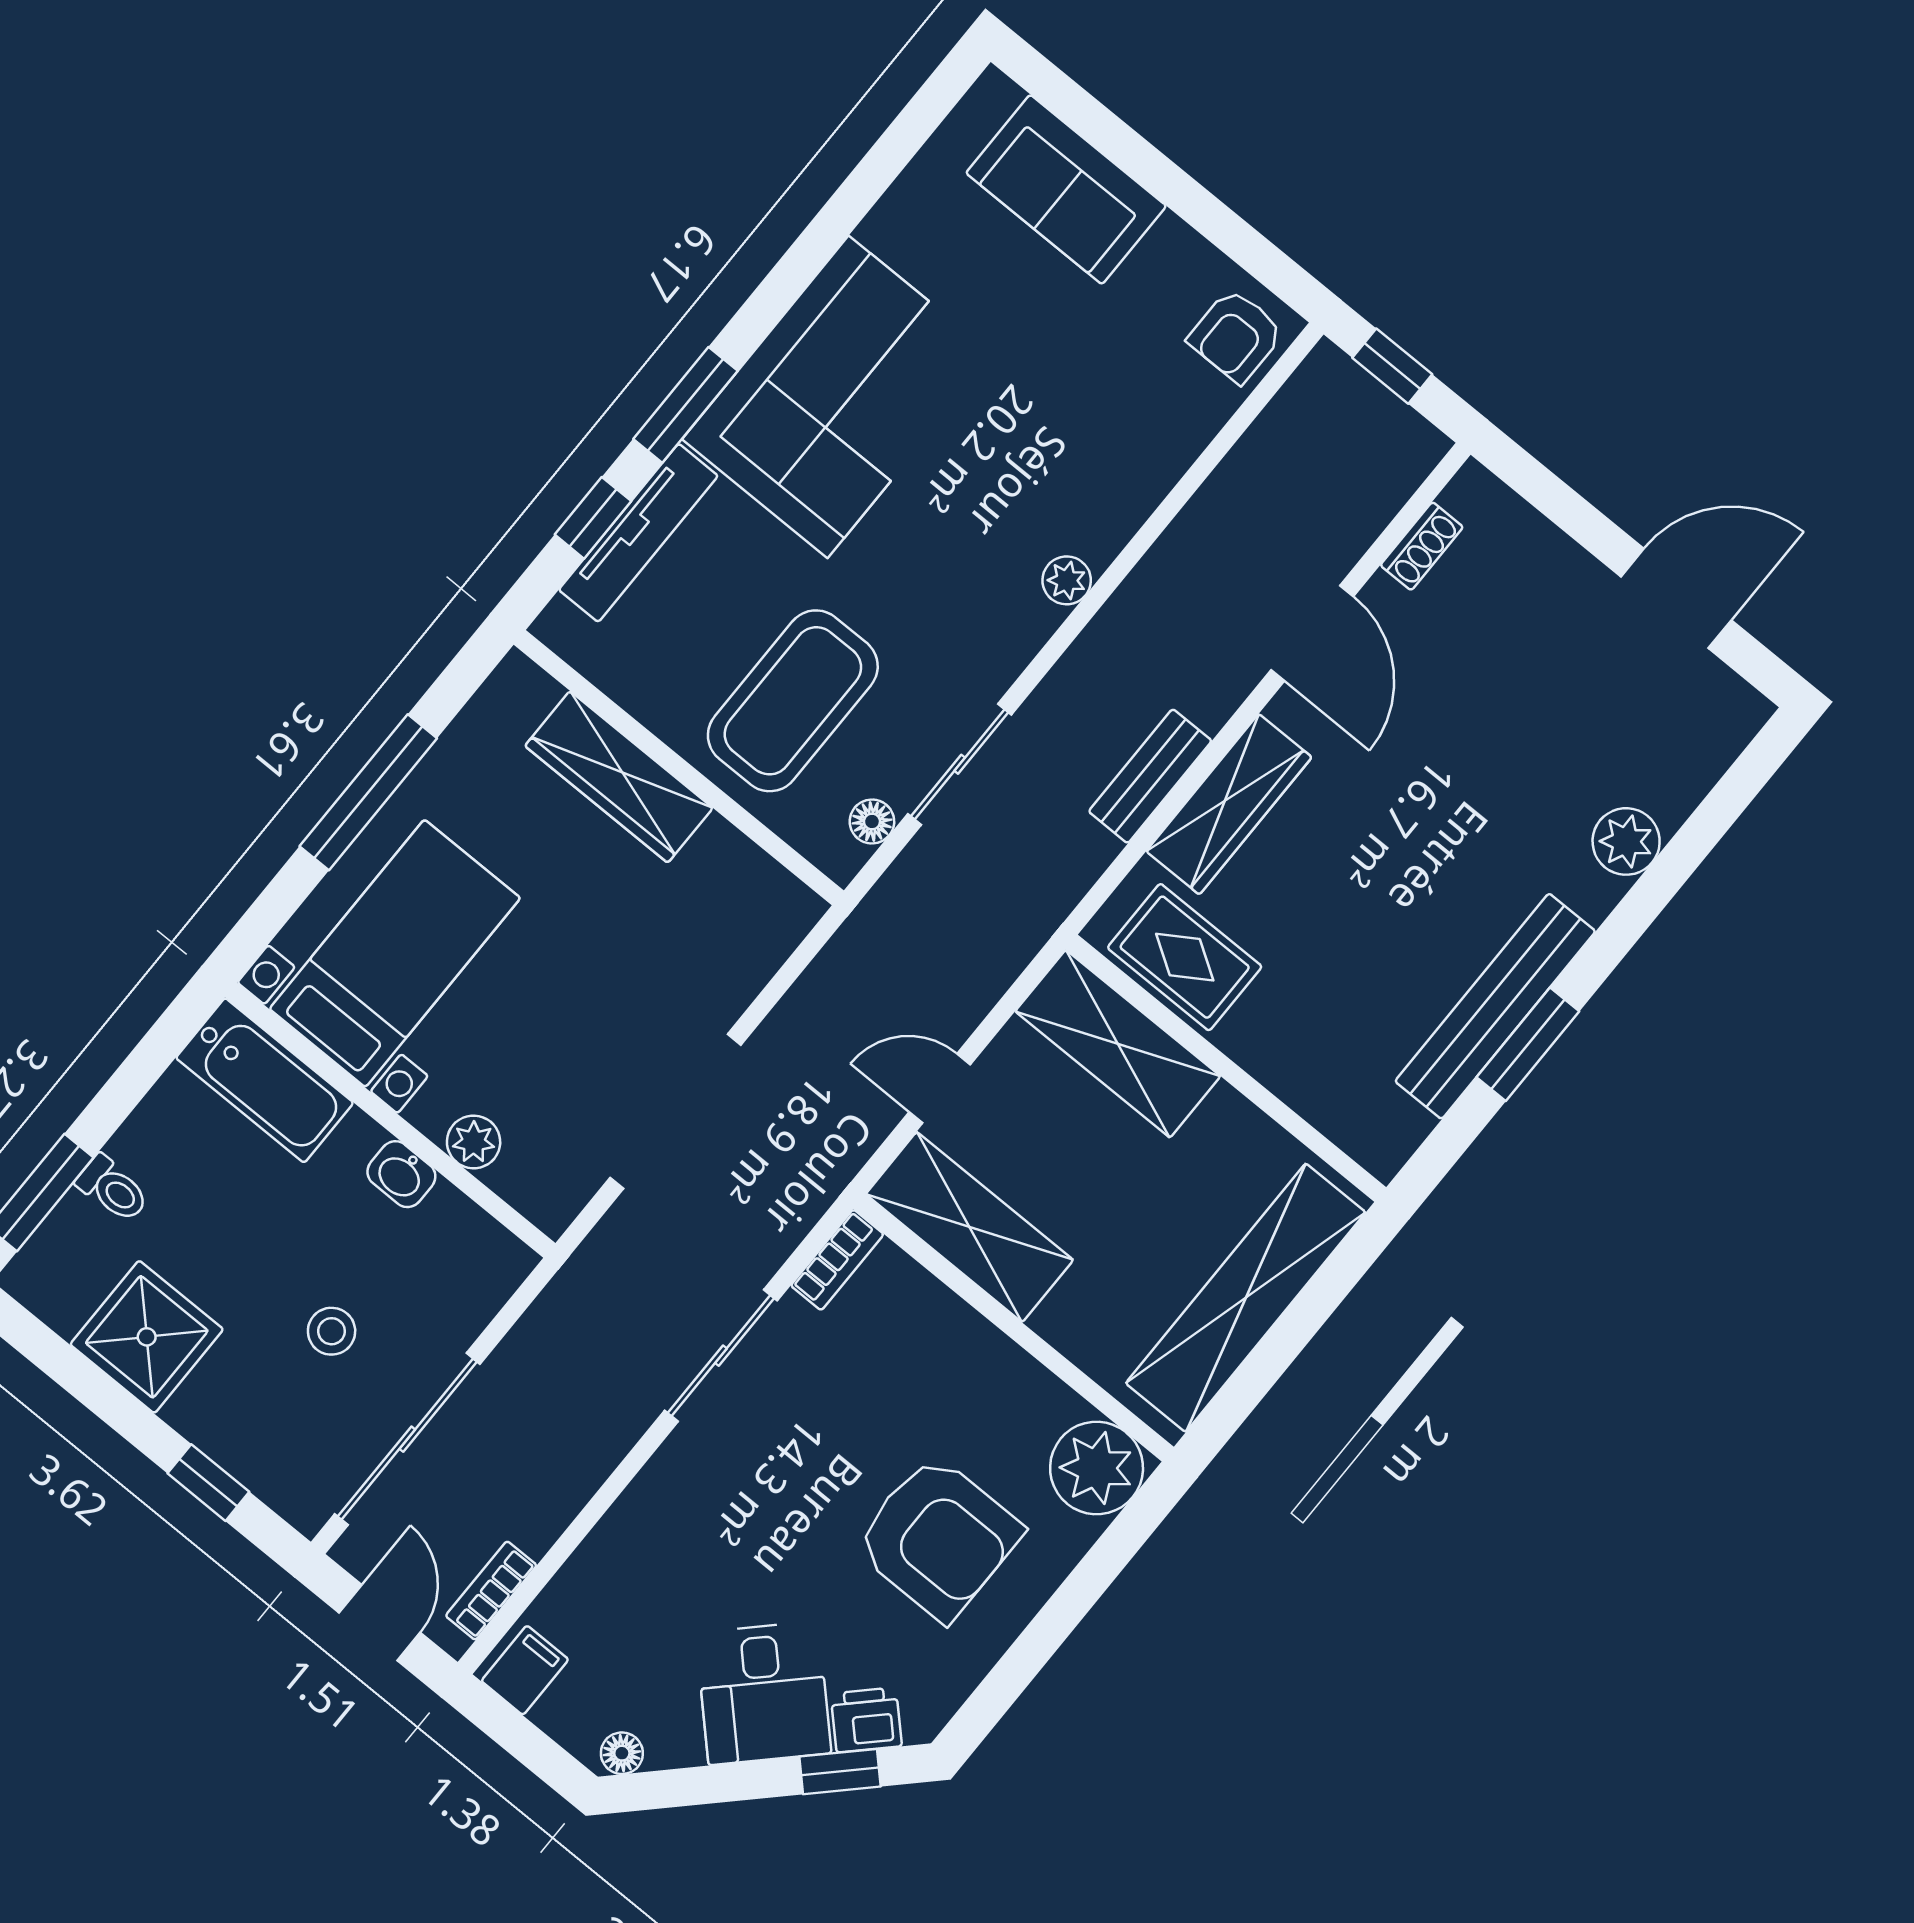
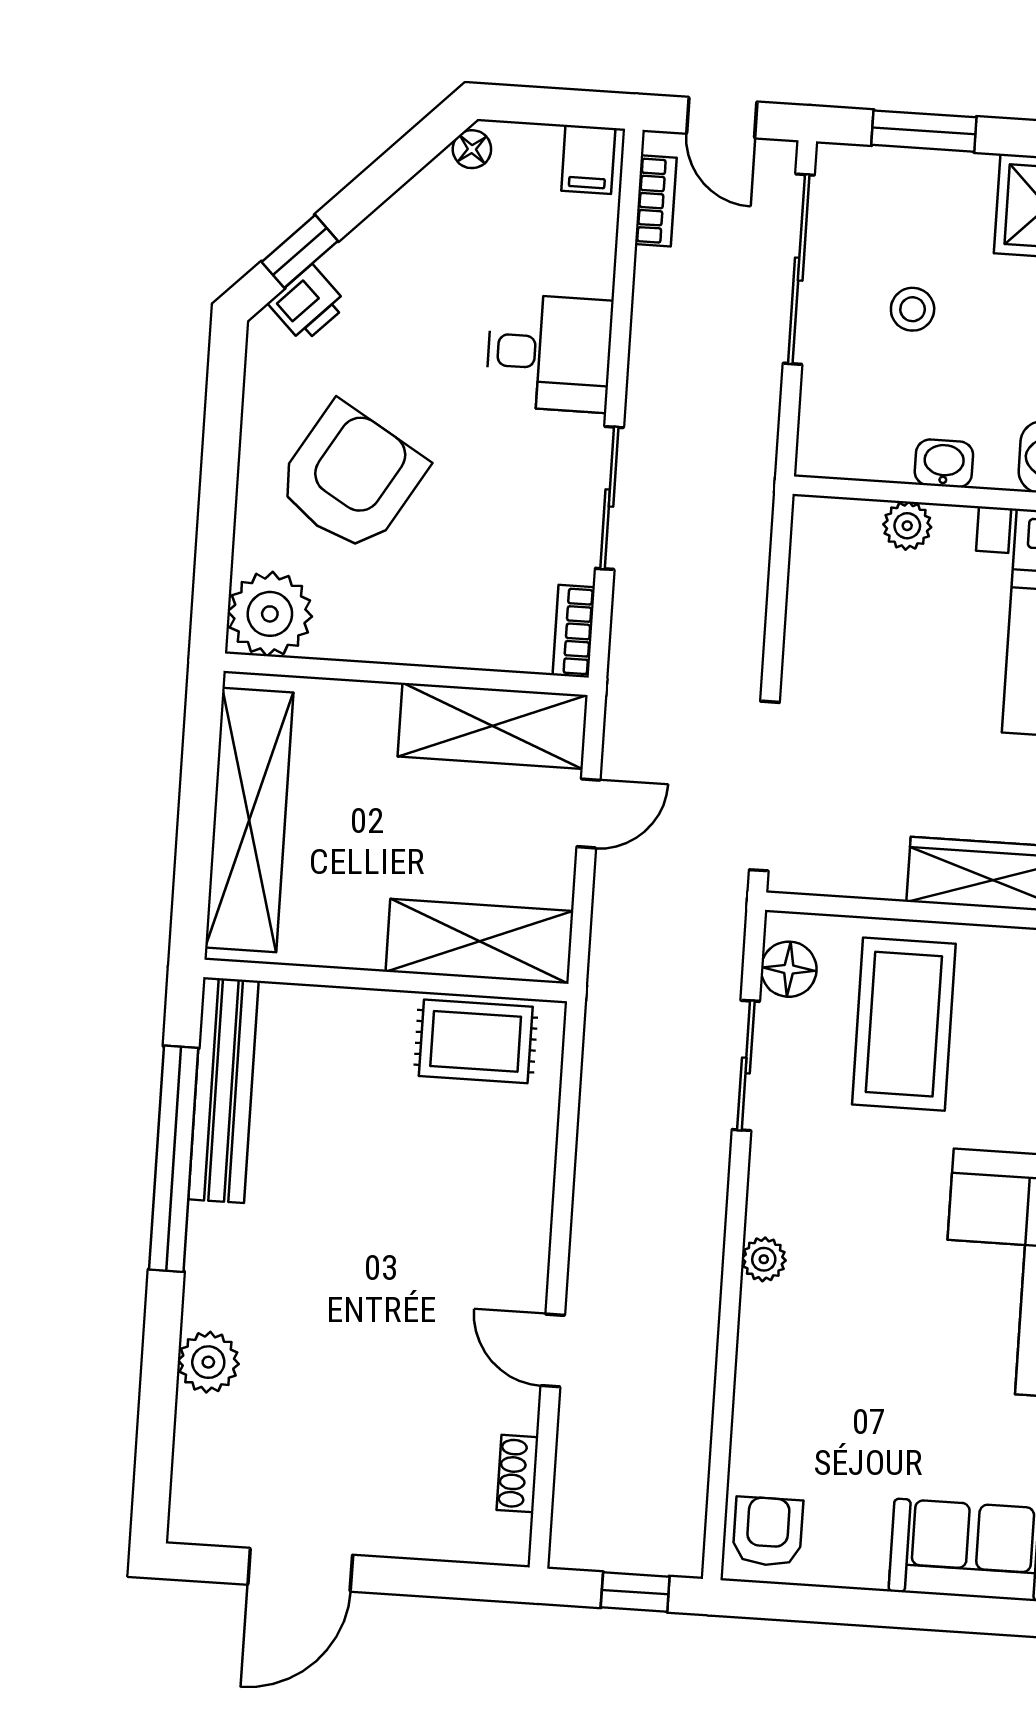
door: (1312, 633) -> (553, 1350), width x0.73
bench: (1150, 776) -> (598, 1158), removed
wardrobe: (1229, 804) -> (524, 1179), removed
floor lamp: (872, 821) -> (789, 969), width x1.37, depth x1.37
bench: (1495, 1006) -> (223, 1090), moved
window: (1528, 1044) -> (174, 1159), width x2.11
doorway: (676, 1111) -> (764, 786), moved
window: (208, 1483) -> (924, 131), width x1.50
armchair: (938, 1538) -> (351, 478), turned 121
desk: (764, 1693) -> (549, 353), moved, turned 135

